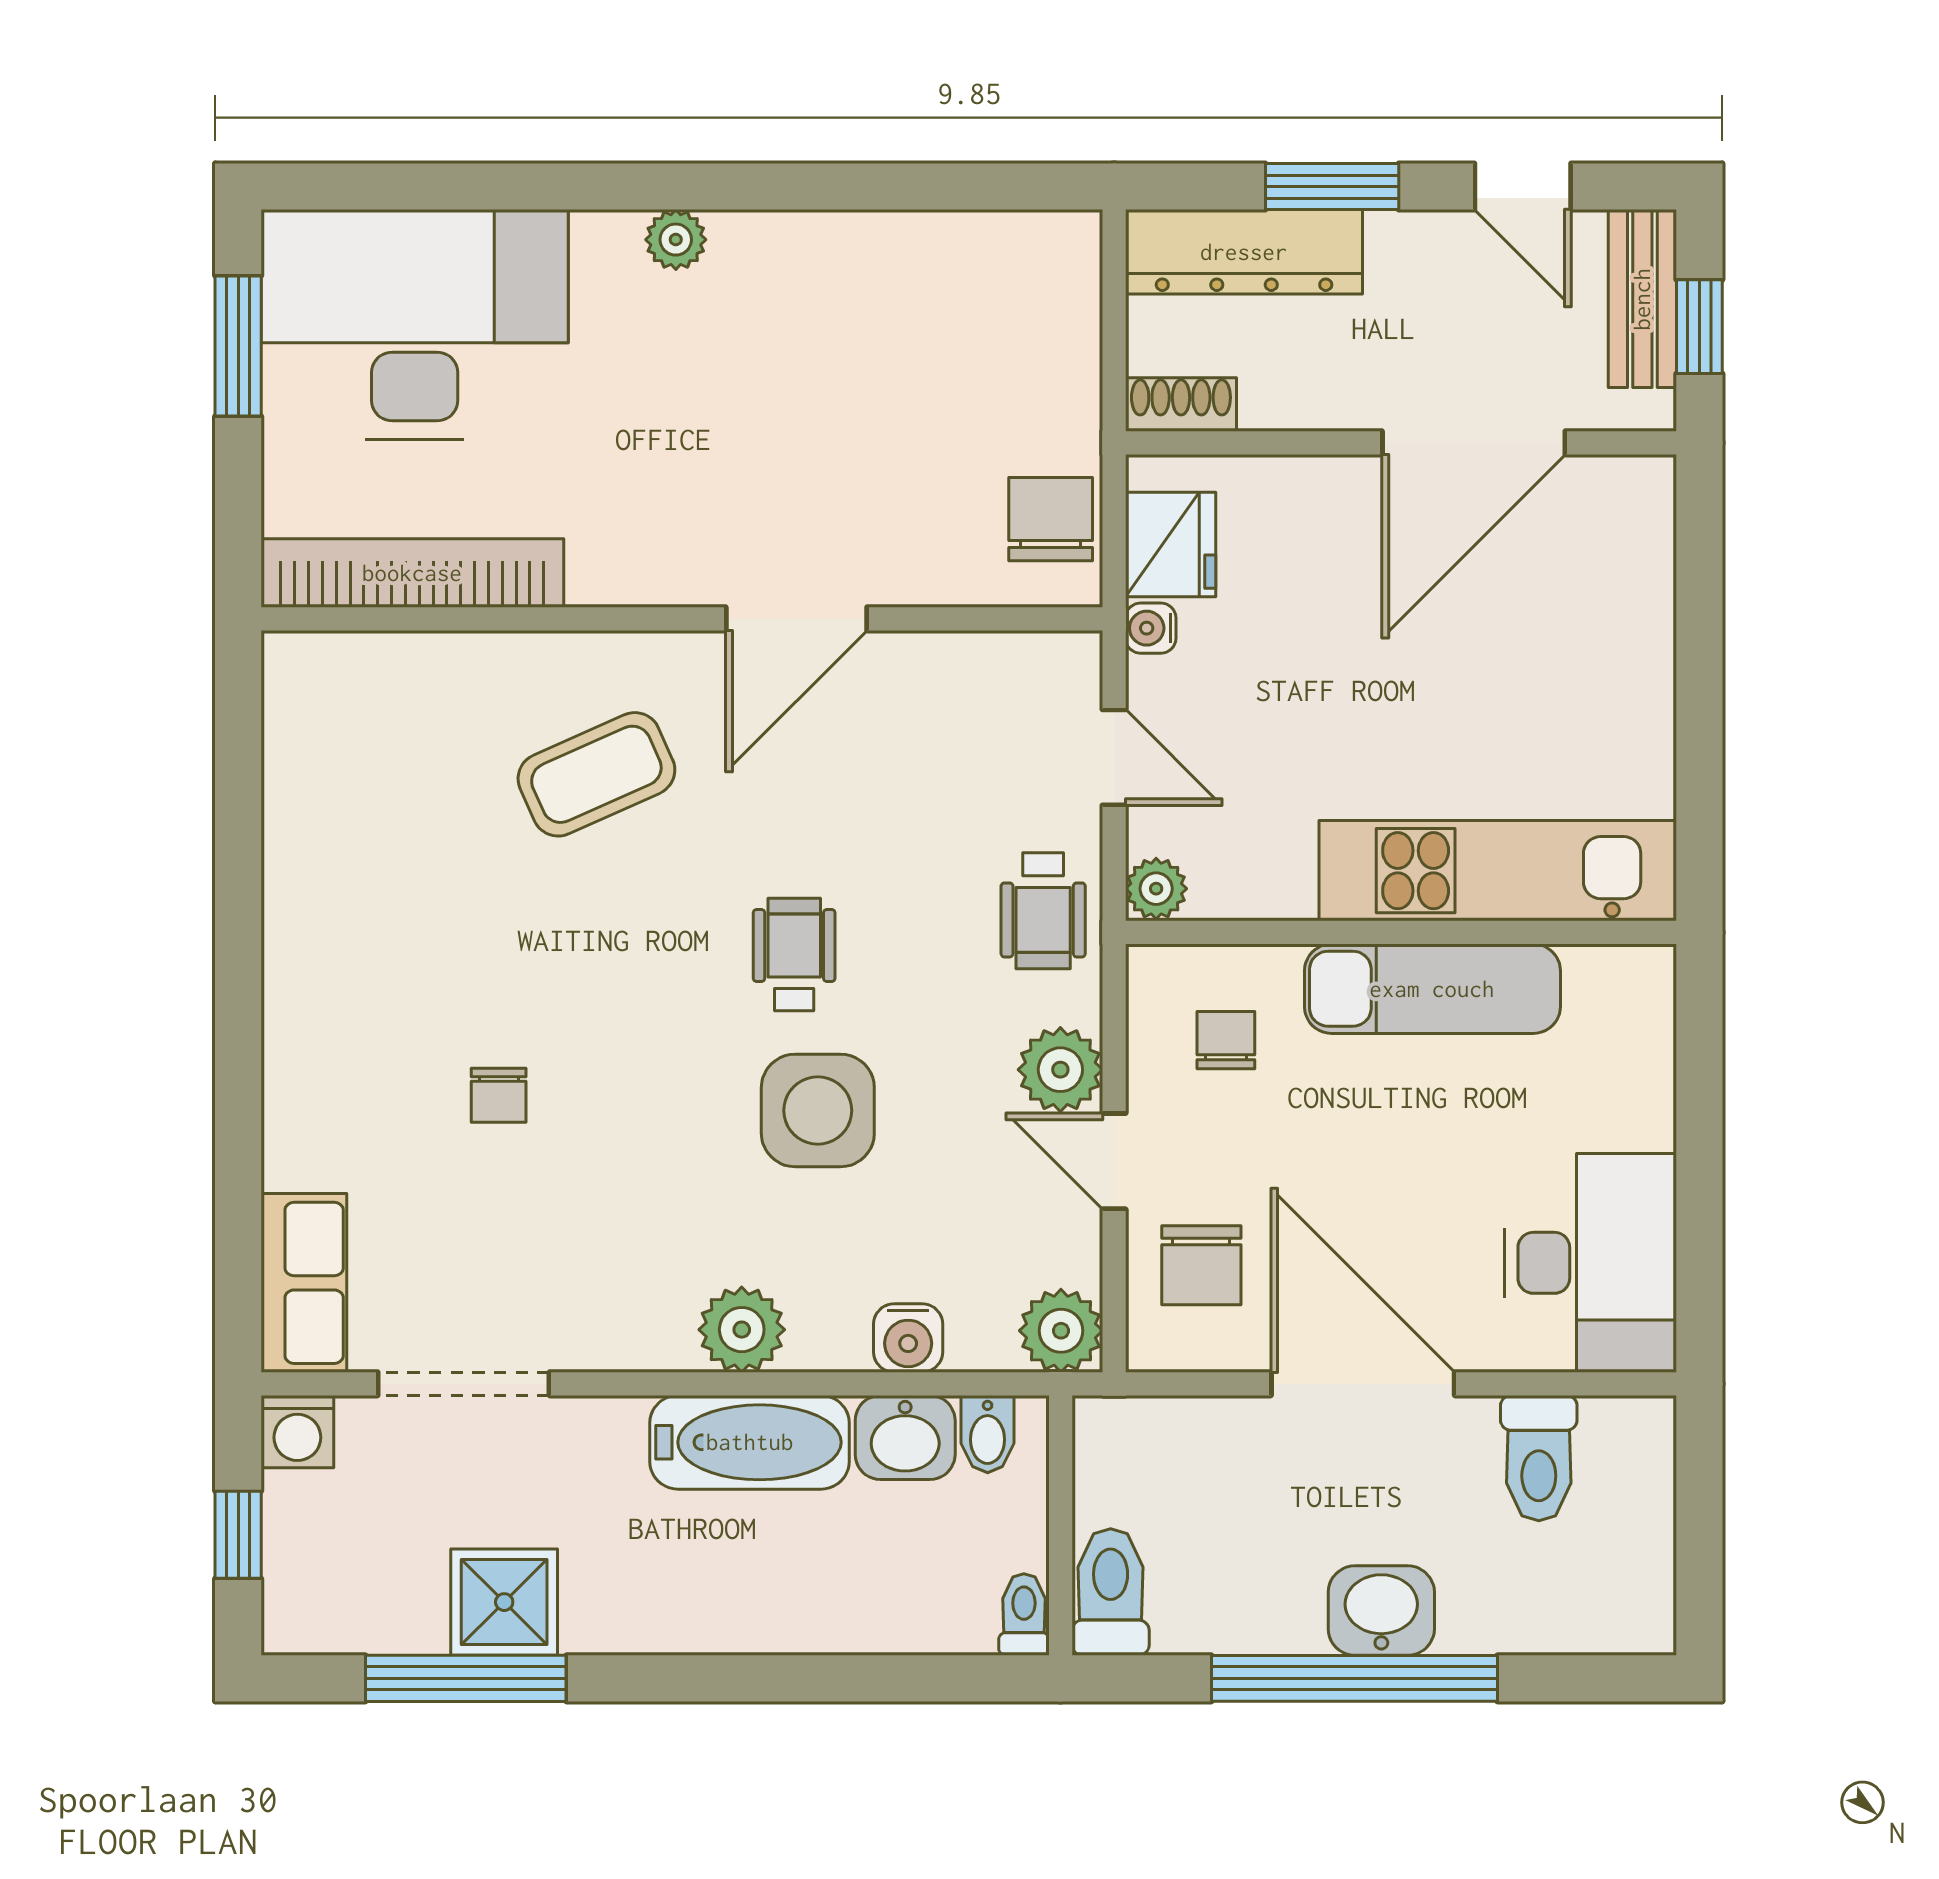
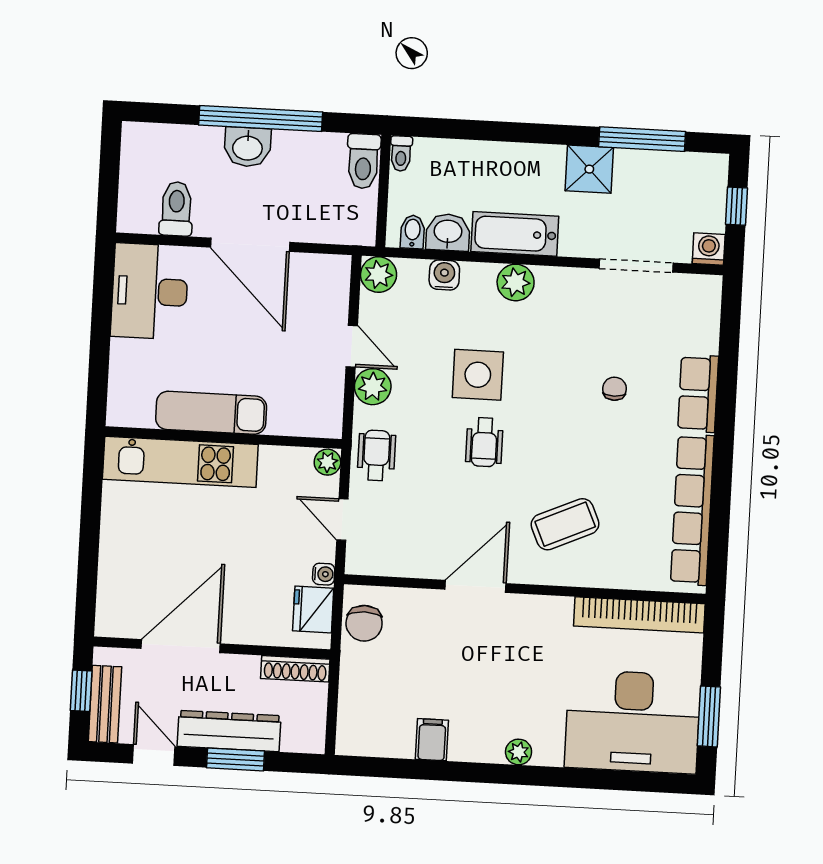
dresser: (1244, 252) -> (229, 731), moved
filing cabinet: (878, 257) -> (432, 740), added
shoe rack: (1181, 404) -> (295, 669), width x1.43
row of seats: (303, 824) -> (692, 510), added
chair: (1226, 1040) -> (301, 396), removed
chair: (1201, 1265) -> (317, 299), removed
row of seats: (304, 1283) -> (698, 393), moved
shower: (504, 1602) -> (589, 169), moved

